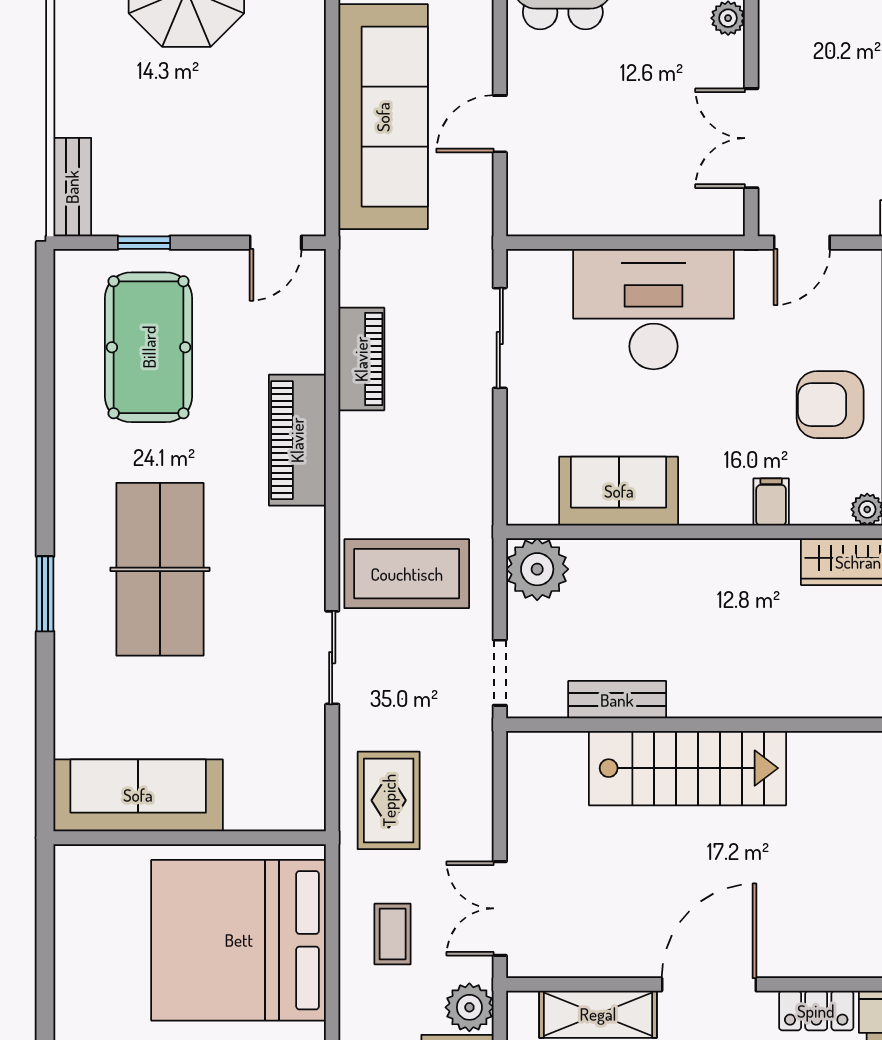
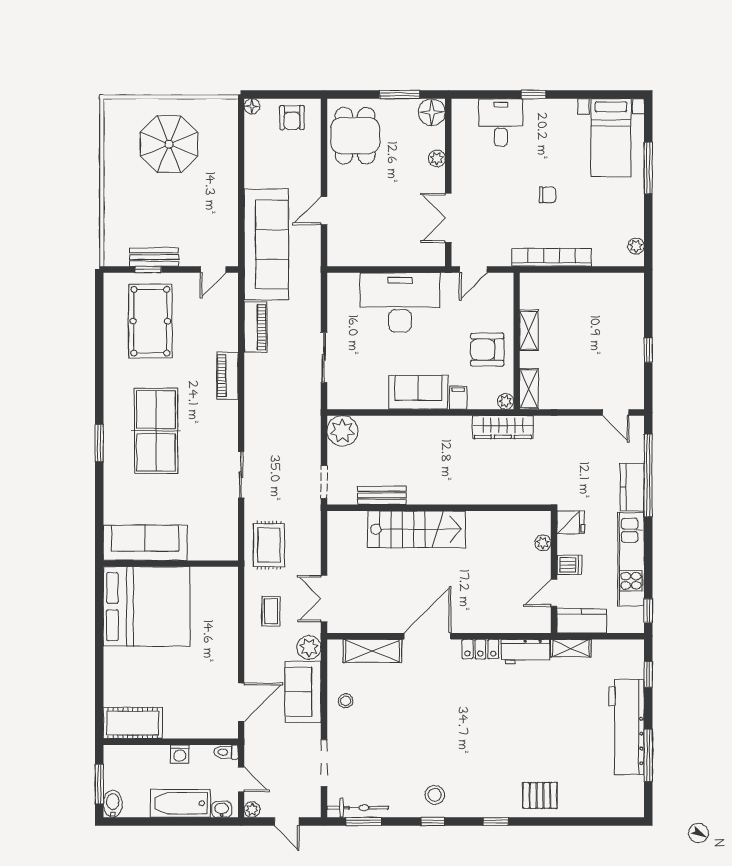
sofa: (383, 117) -> (266, 244), moved
bench: (72, 187) -> (154, 257), moved, turned 90
sliding door: (500, 338) -> (324, 357), moved
piano: (297, 440) -> (227, 376), width x0.73, depth x0.75
sofa: (619, 491) -> (418, 392), moved
coffee table: (407, 574) -> (278, 433), removed
bed: (239, 940) -> (147, 606), moved, turned 180

